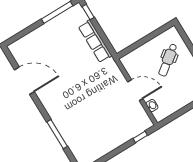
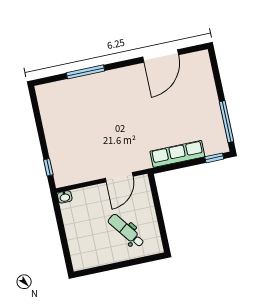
door: (135, 90) -> (119, 177), moved
washbasin: (152, 106) -> (65, 197), moved

